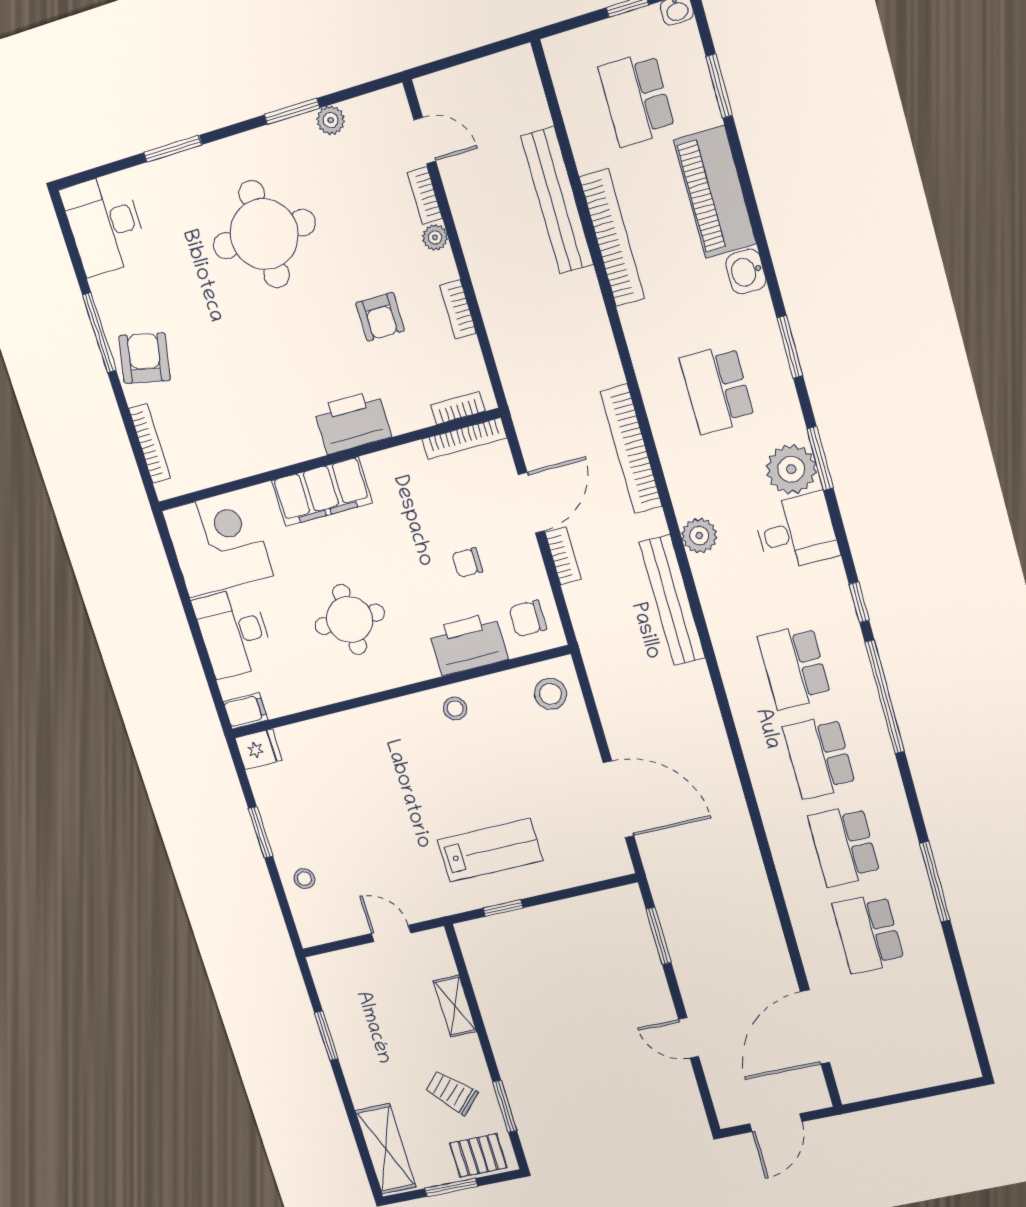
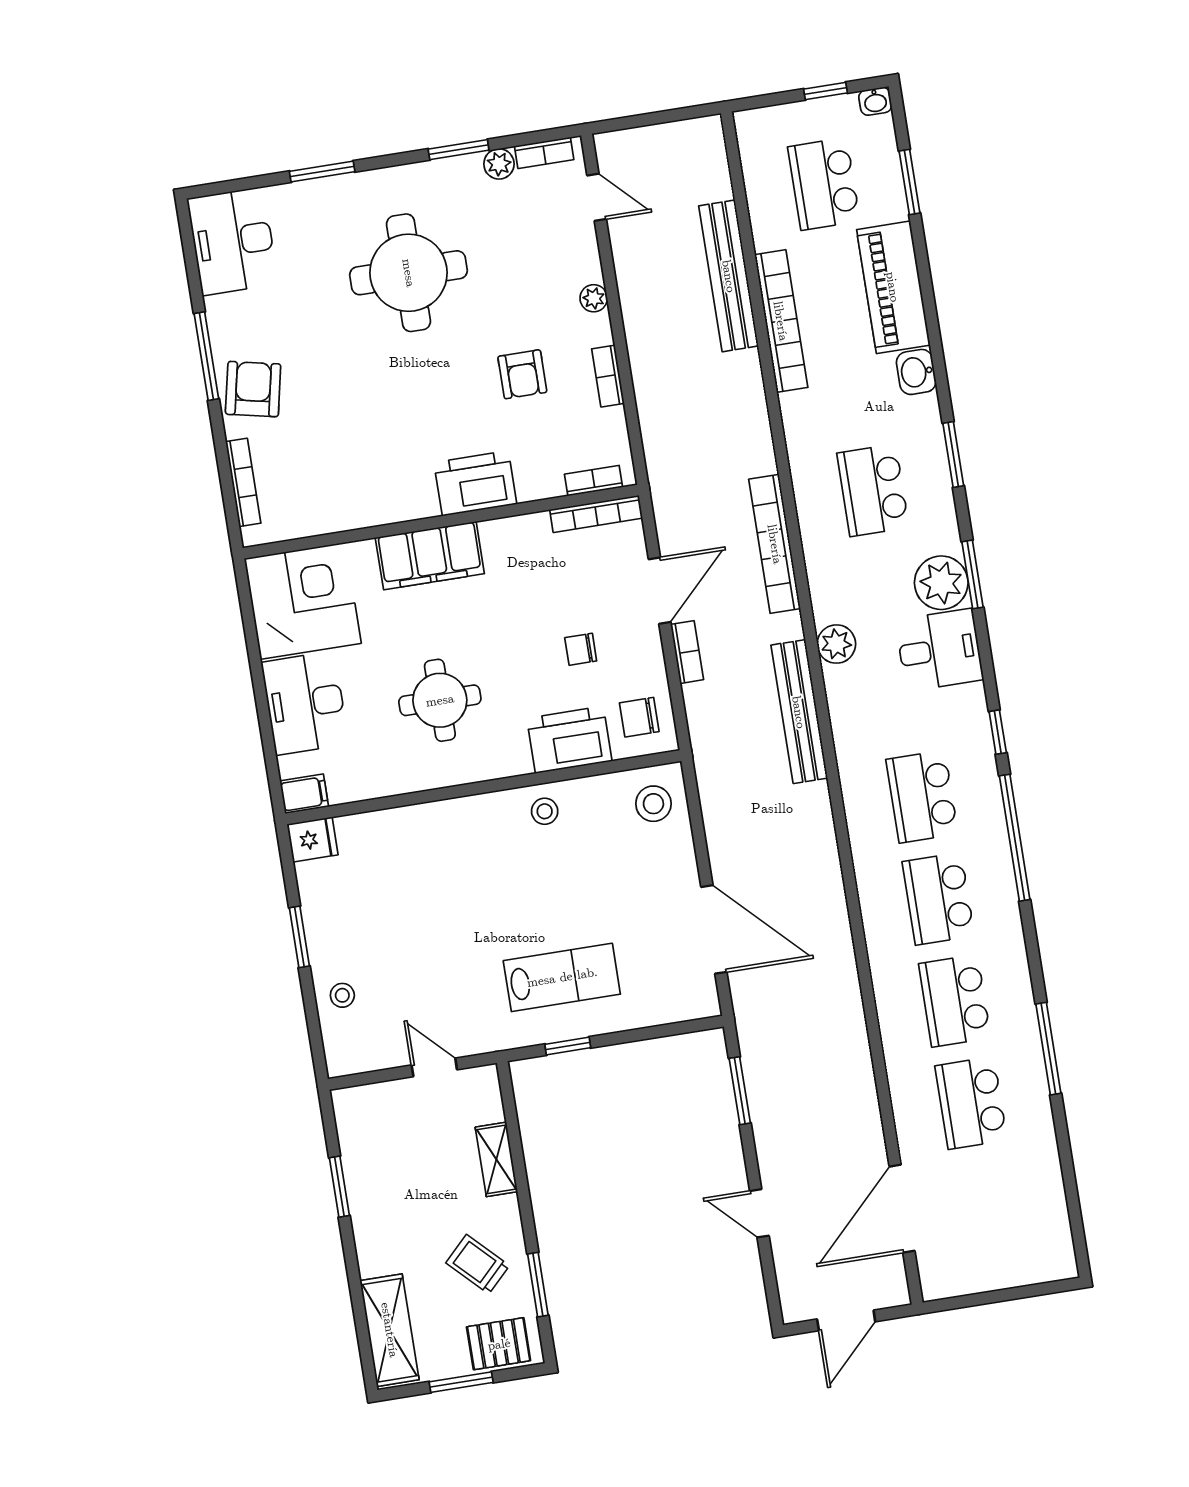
bookcase: (425, 195) -> (544, 153), moved, turned -90

